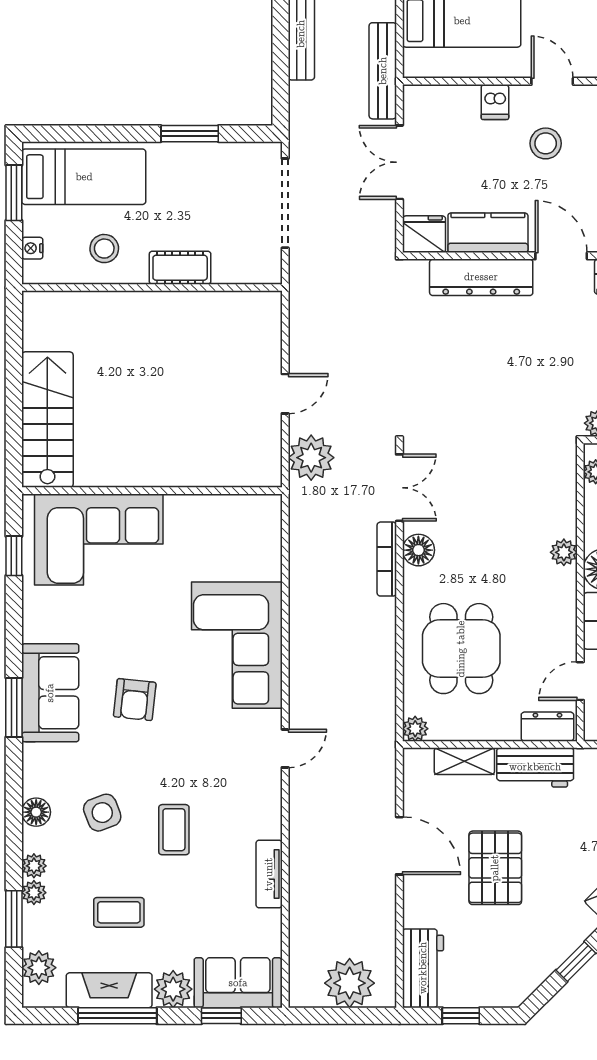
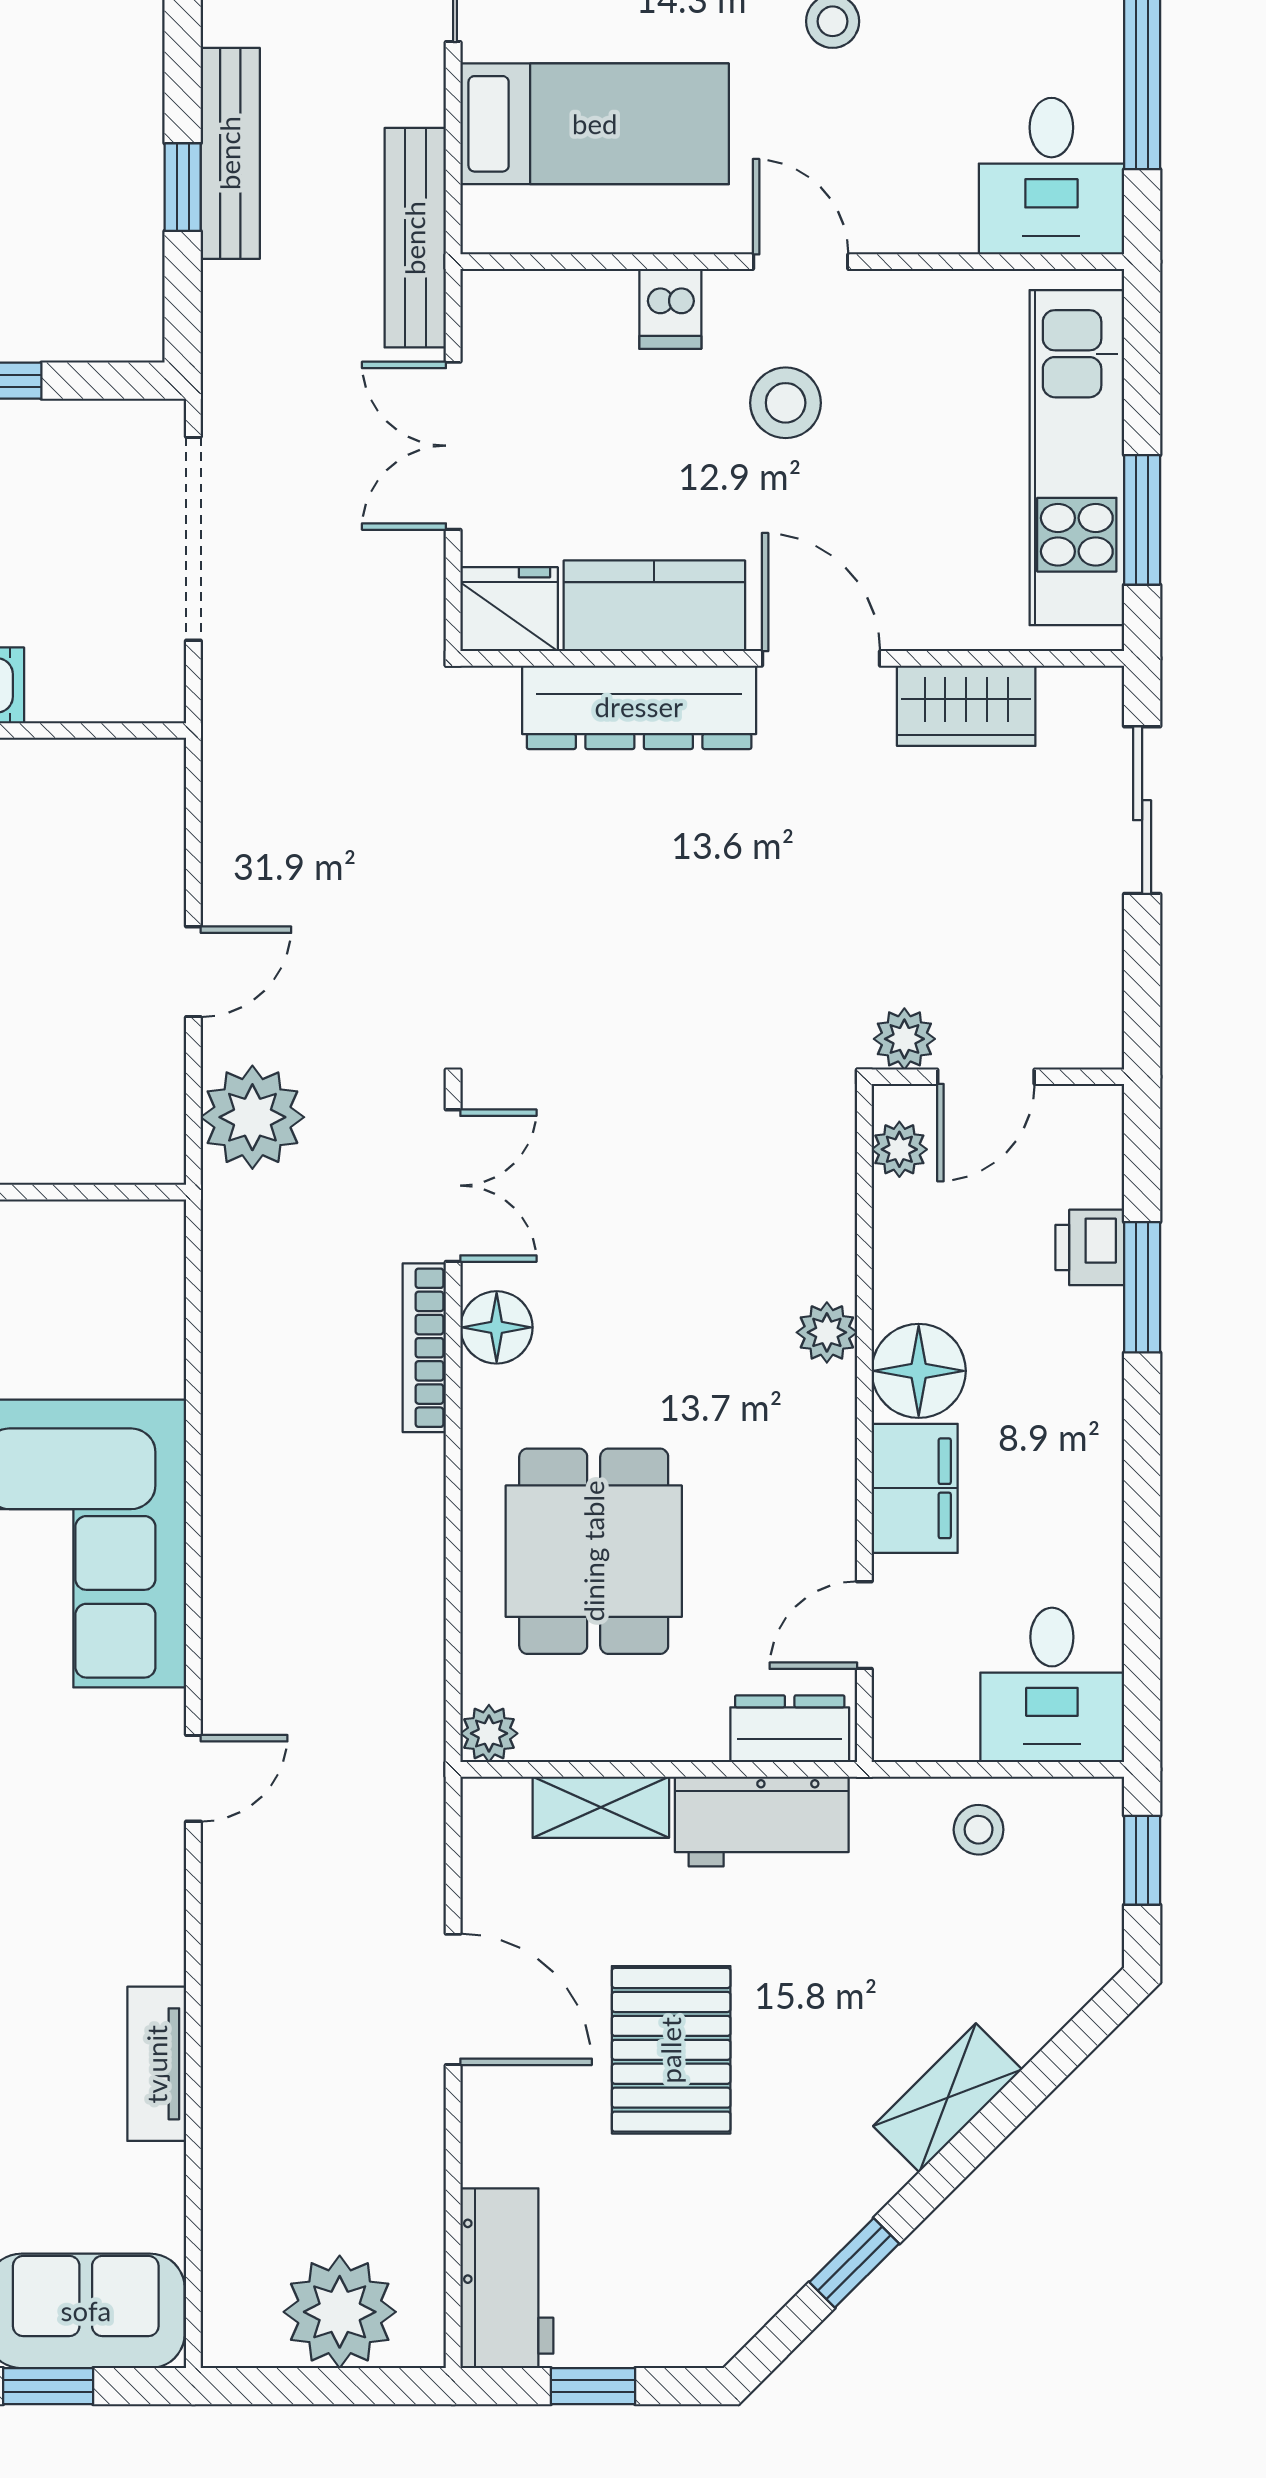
window: (280, 49) -> (183, 187), added

